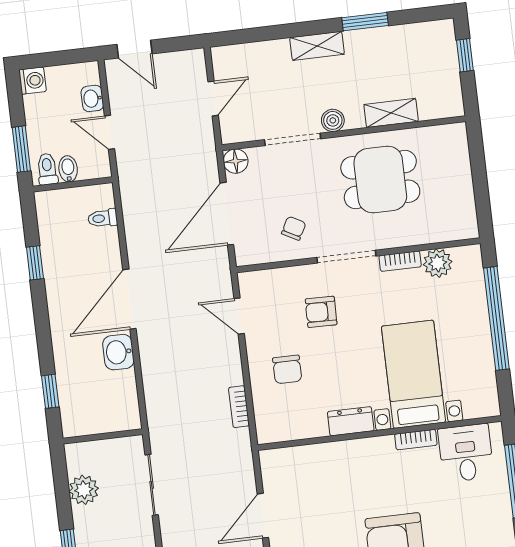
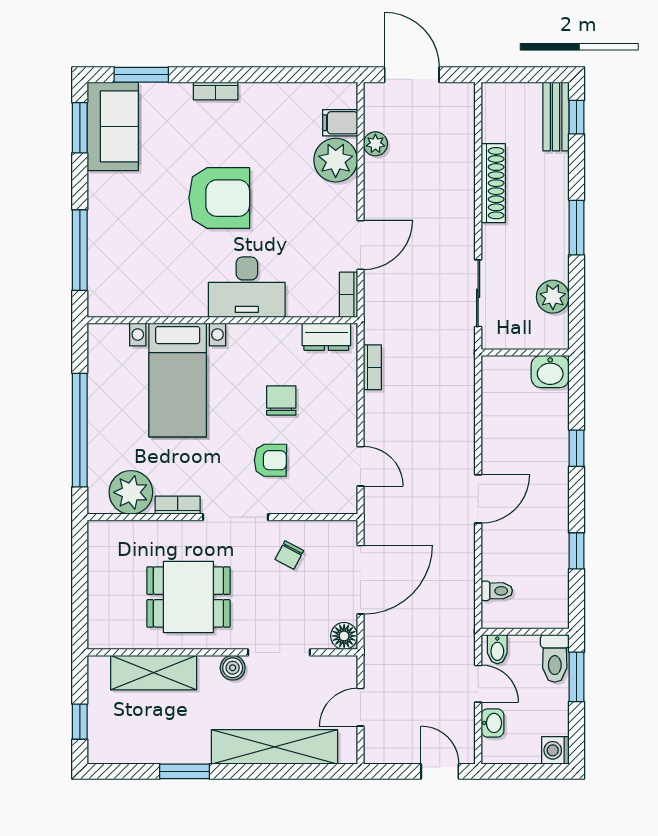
shelving: (317, 46) -> (275, 747), width x2.20, depth x1.33
shelving: (391, 113) -> (154, 673), width x1.50, depth x1.33
toilet: (47, 169) -> (555, 658), width x1.37, depth x1.39
bidet: (68, 169) -> (497, 649), moved
plant: (438, 263) -> (131, 492), width x1.36, depth x1.36
door: (129, 299) -> (478, 499), width x0.73
washbasin: (118, 352) -> (550, 372), moved, turned 90
chair: (287, 369) -> (281, 400), moved
window: (50, 391) -> (577, 448), moved
dresser: (351, 421) -> (326, 337), moved
bookcase: (416, 440) -> (349, 295), moved, turned -90
desk: (466, 453) -> (247, 287), moved, width x1.37

